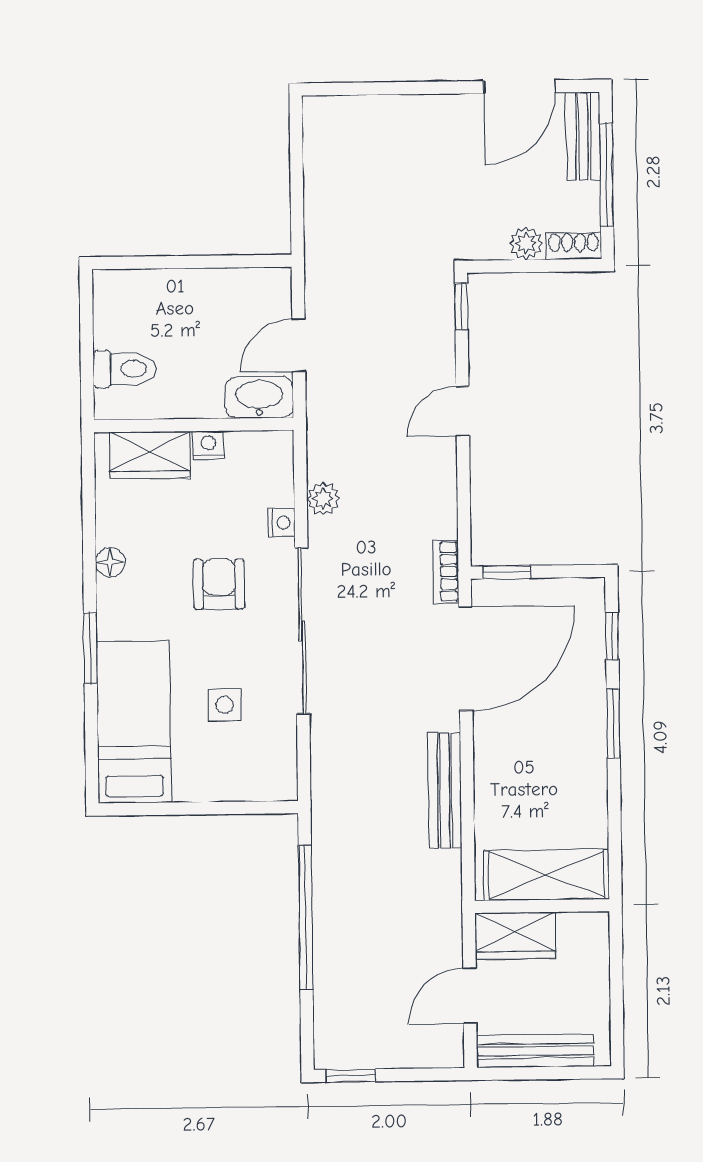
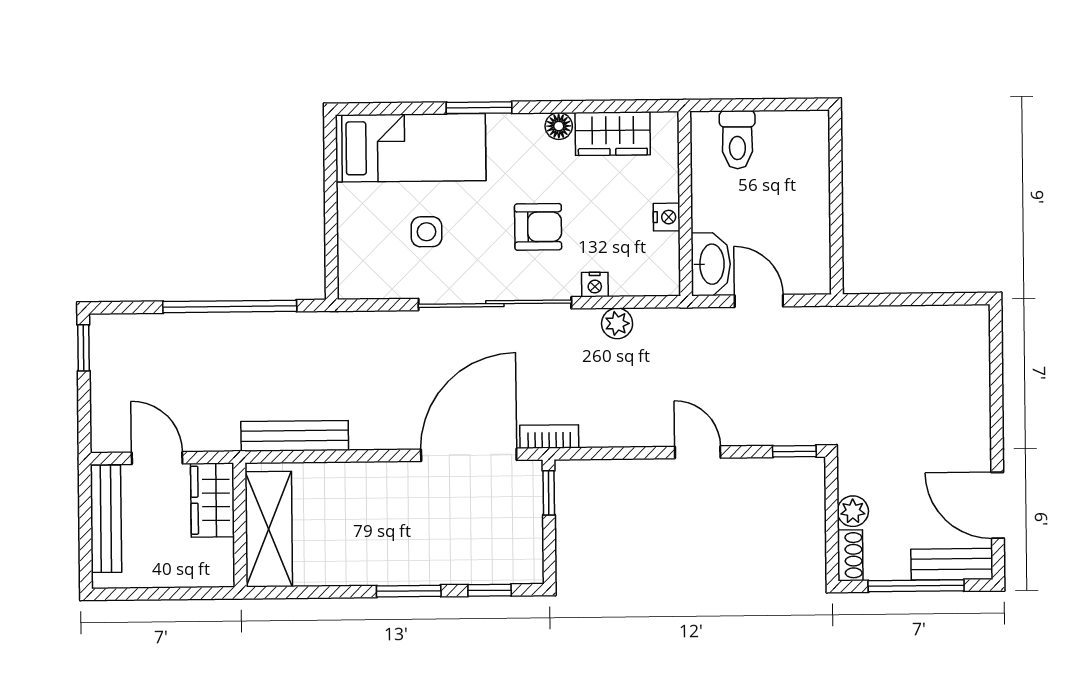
wardrobe: (150, 455) -> (613, 134), moved, turned -90
door: (466, 659) -> (469, 455), swing flipped
bench: (445, 790) -> (295, 436), moved

